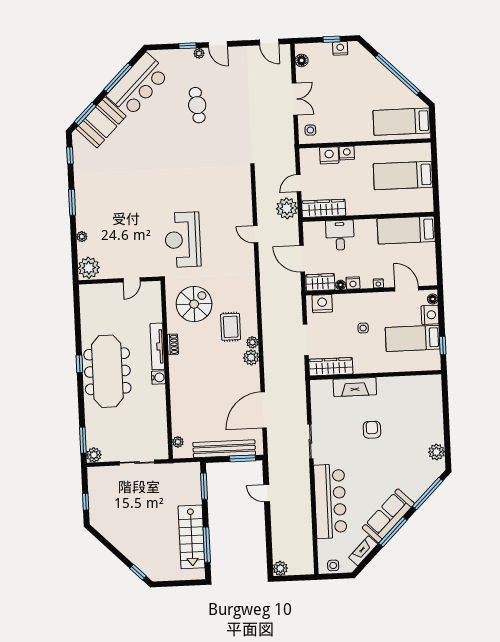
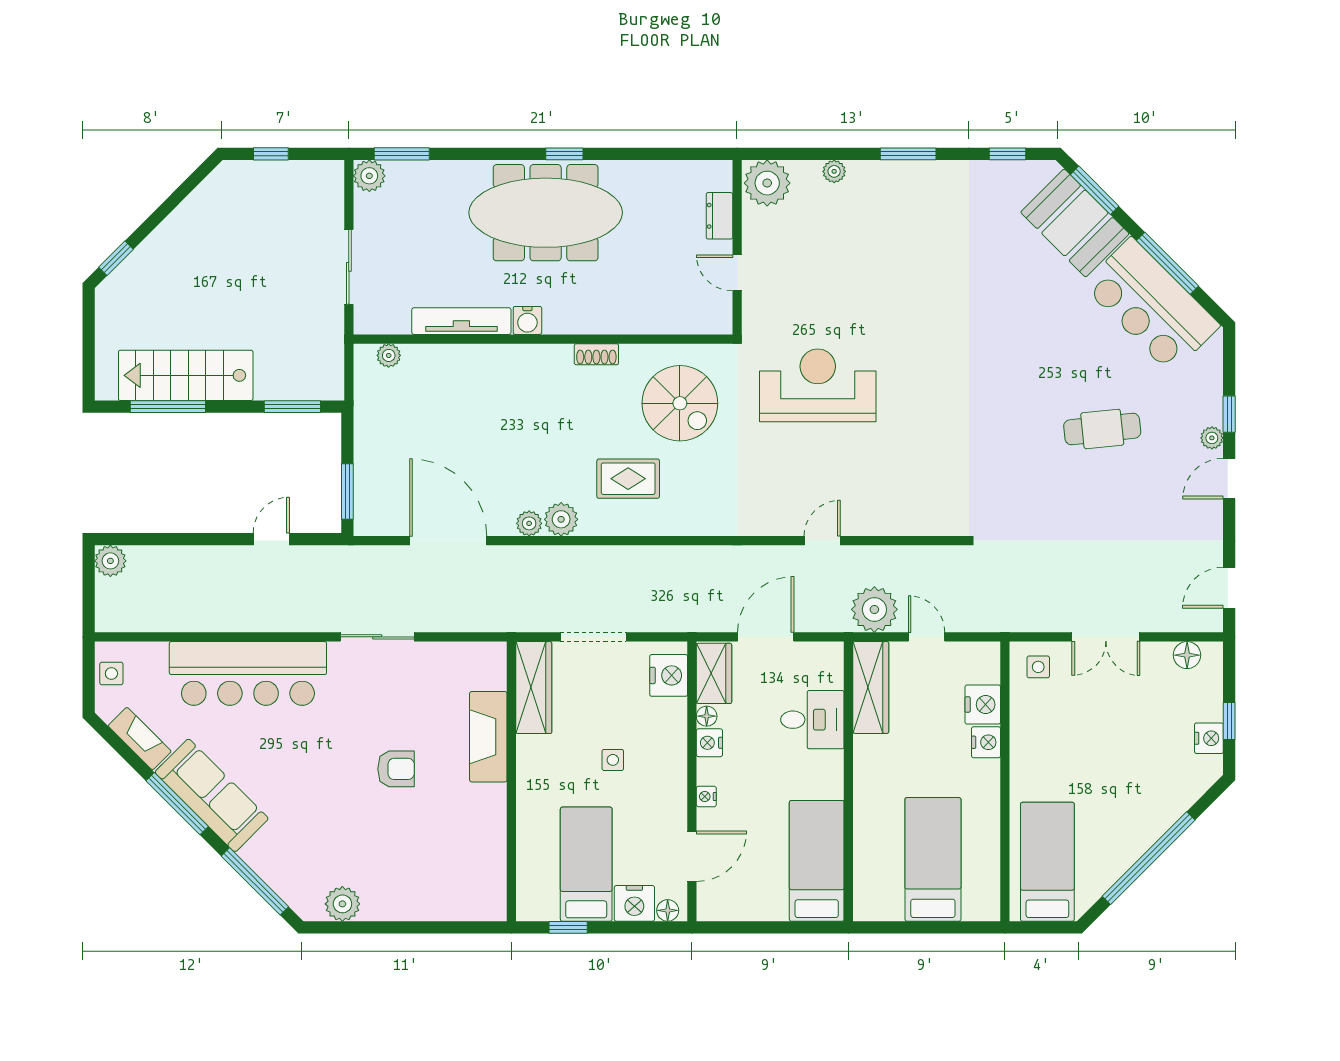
dresser: (105, 290) -> (719, 216), added
plant: (252, 342) -> (529, 523), moved
tv unit: (157, 346) -> (461, 321), moved
bench: (224, 449) -> (370, 453), removed

